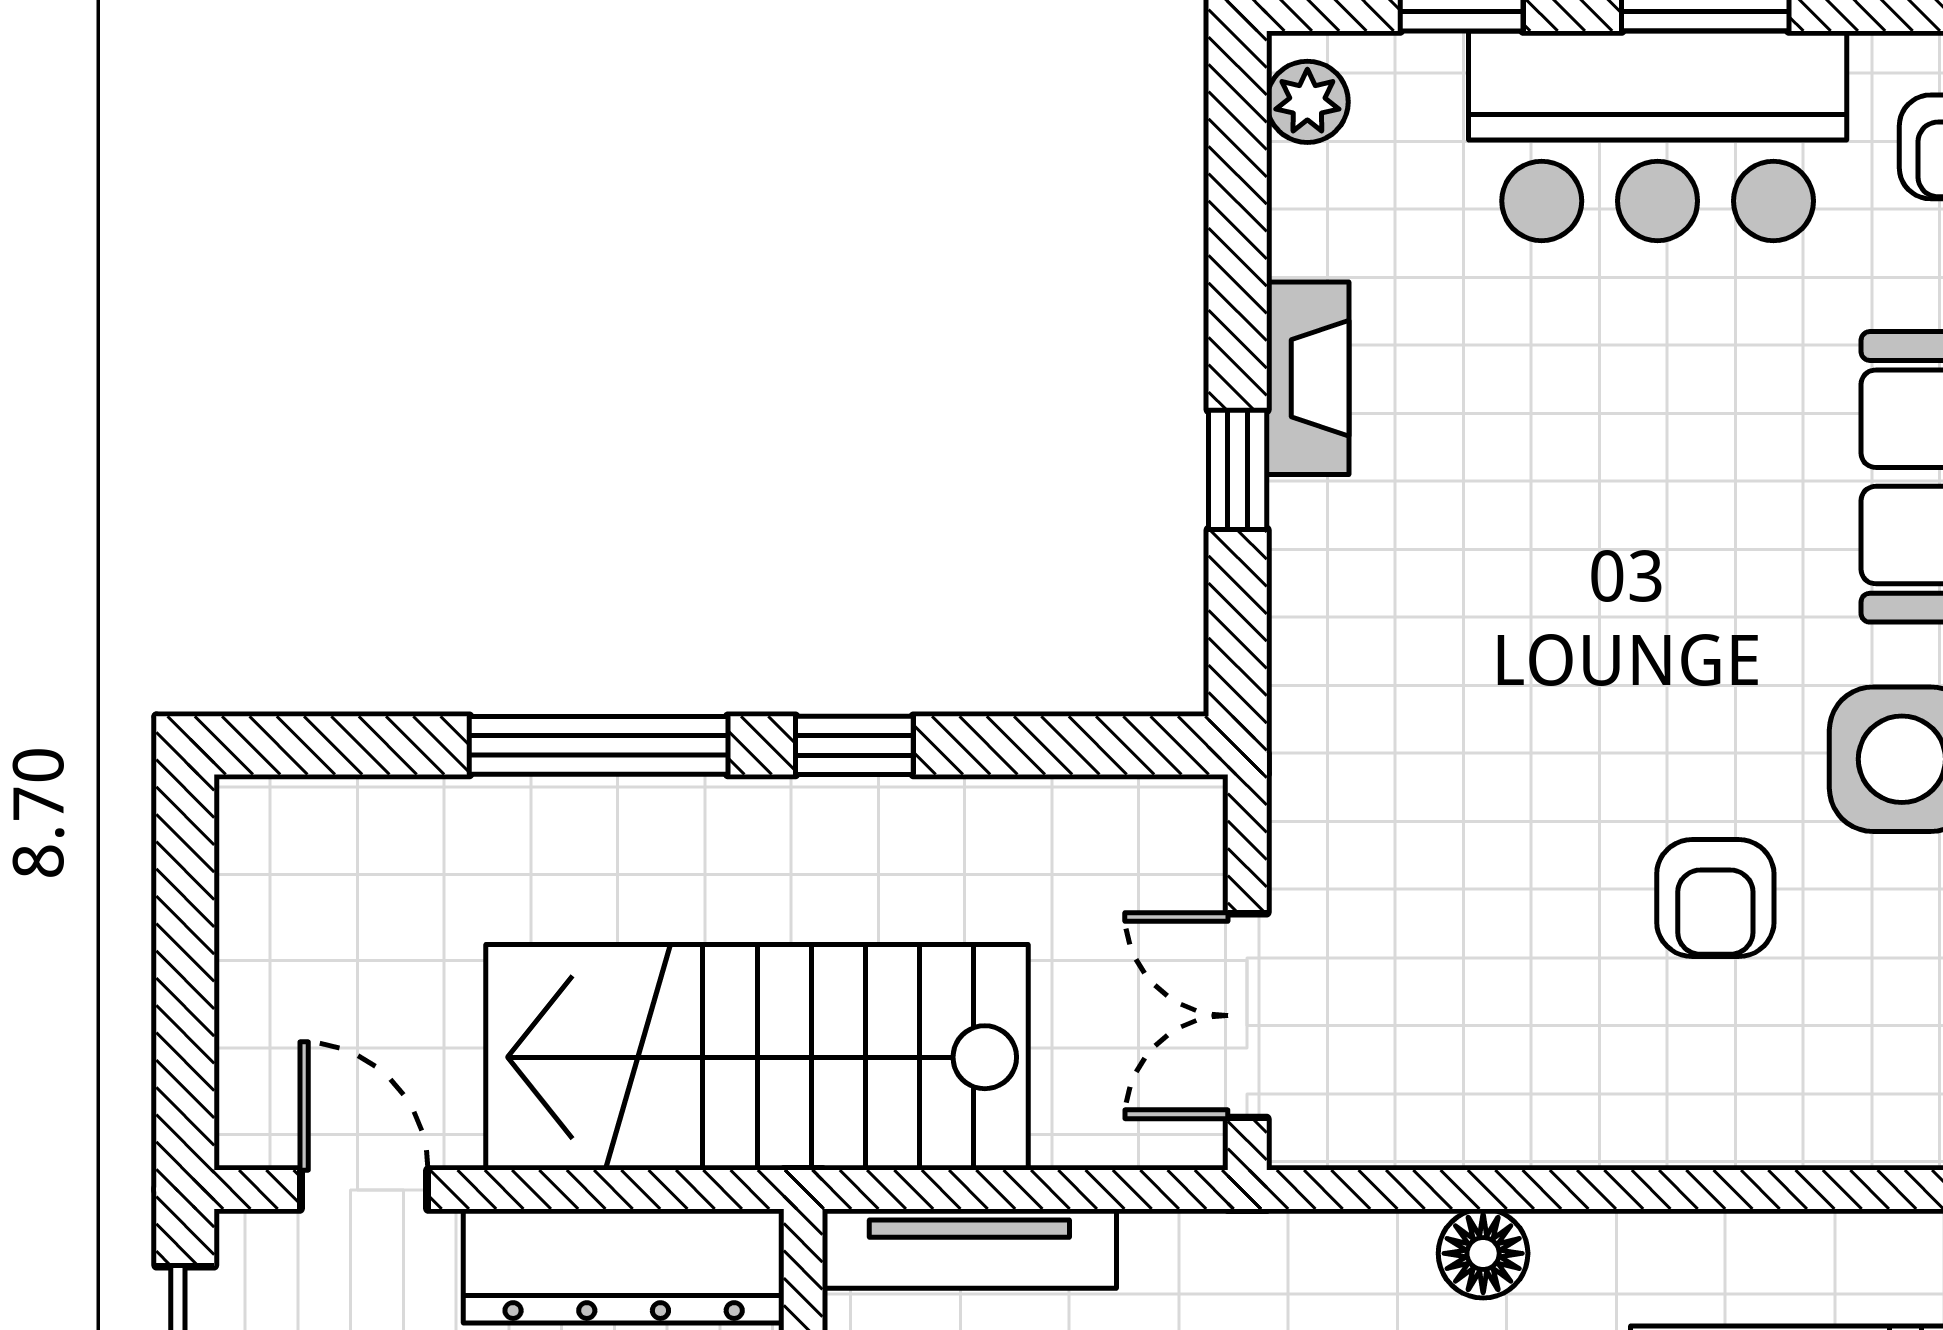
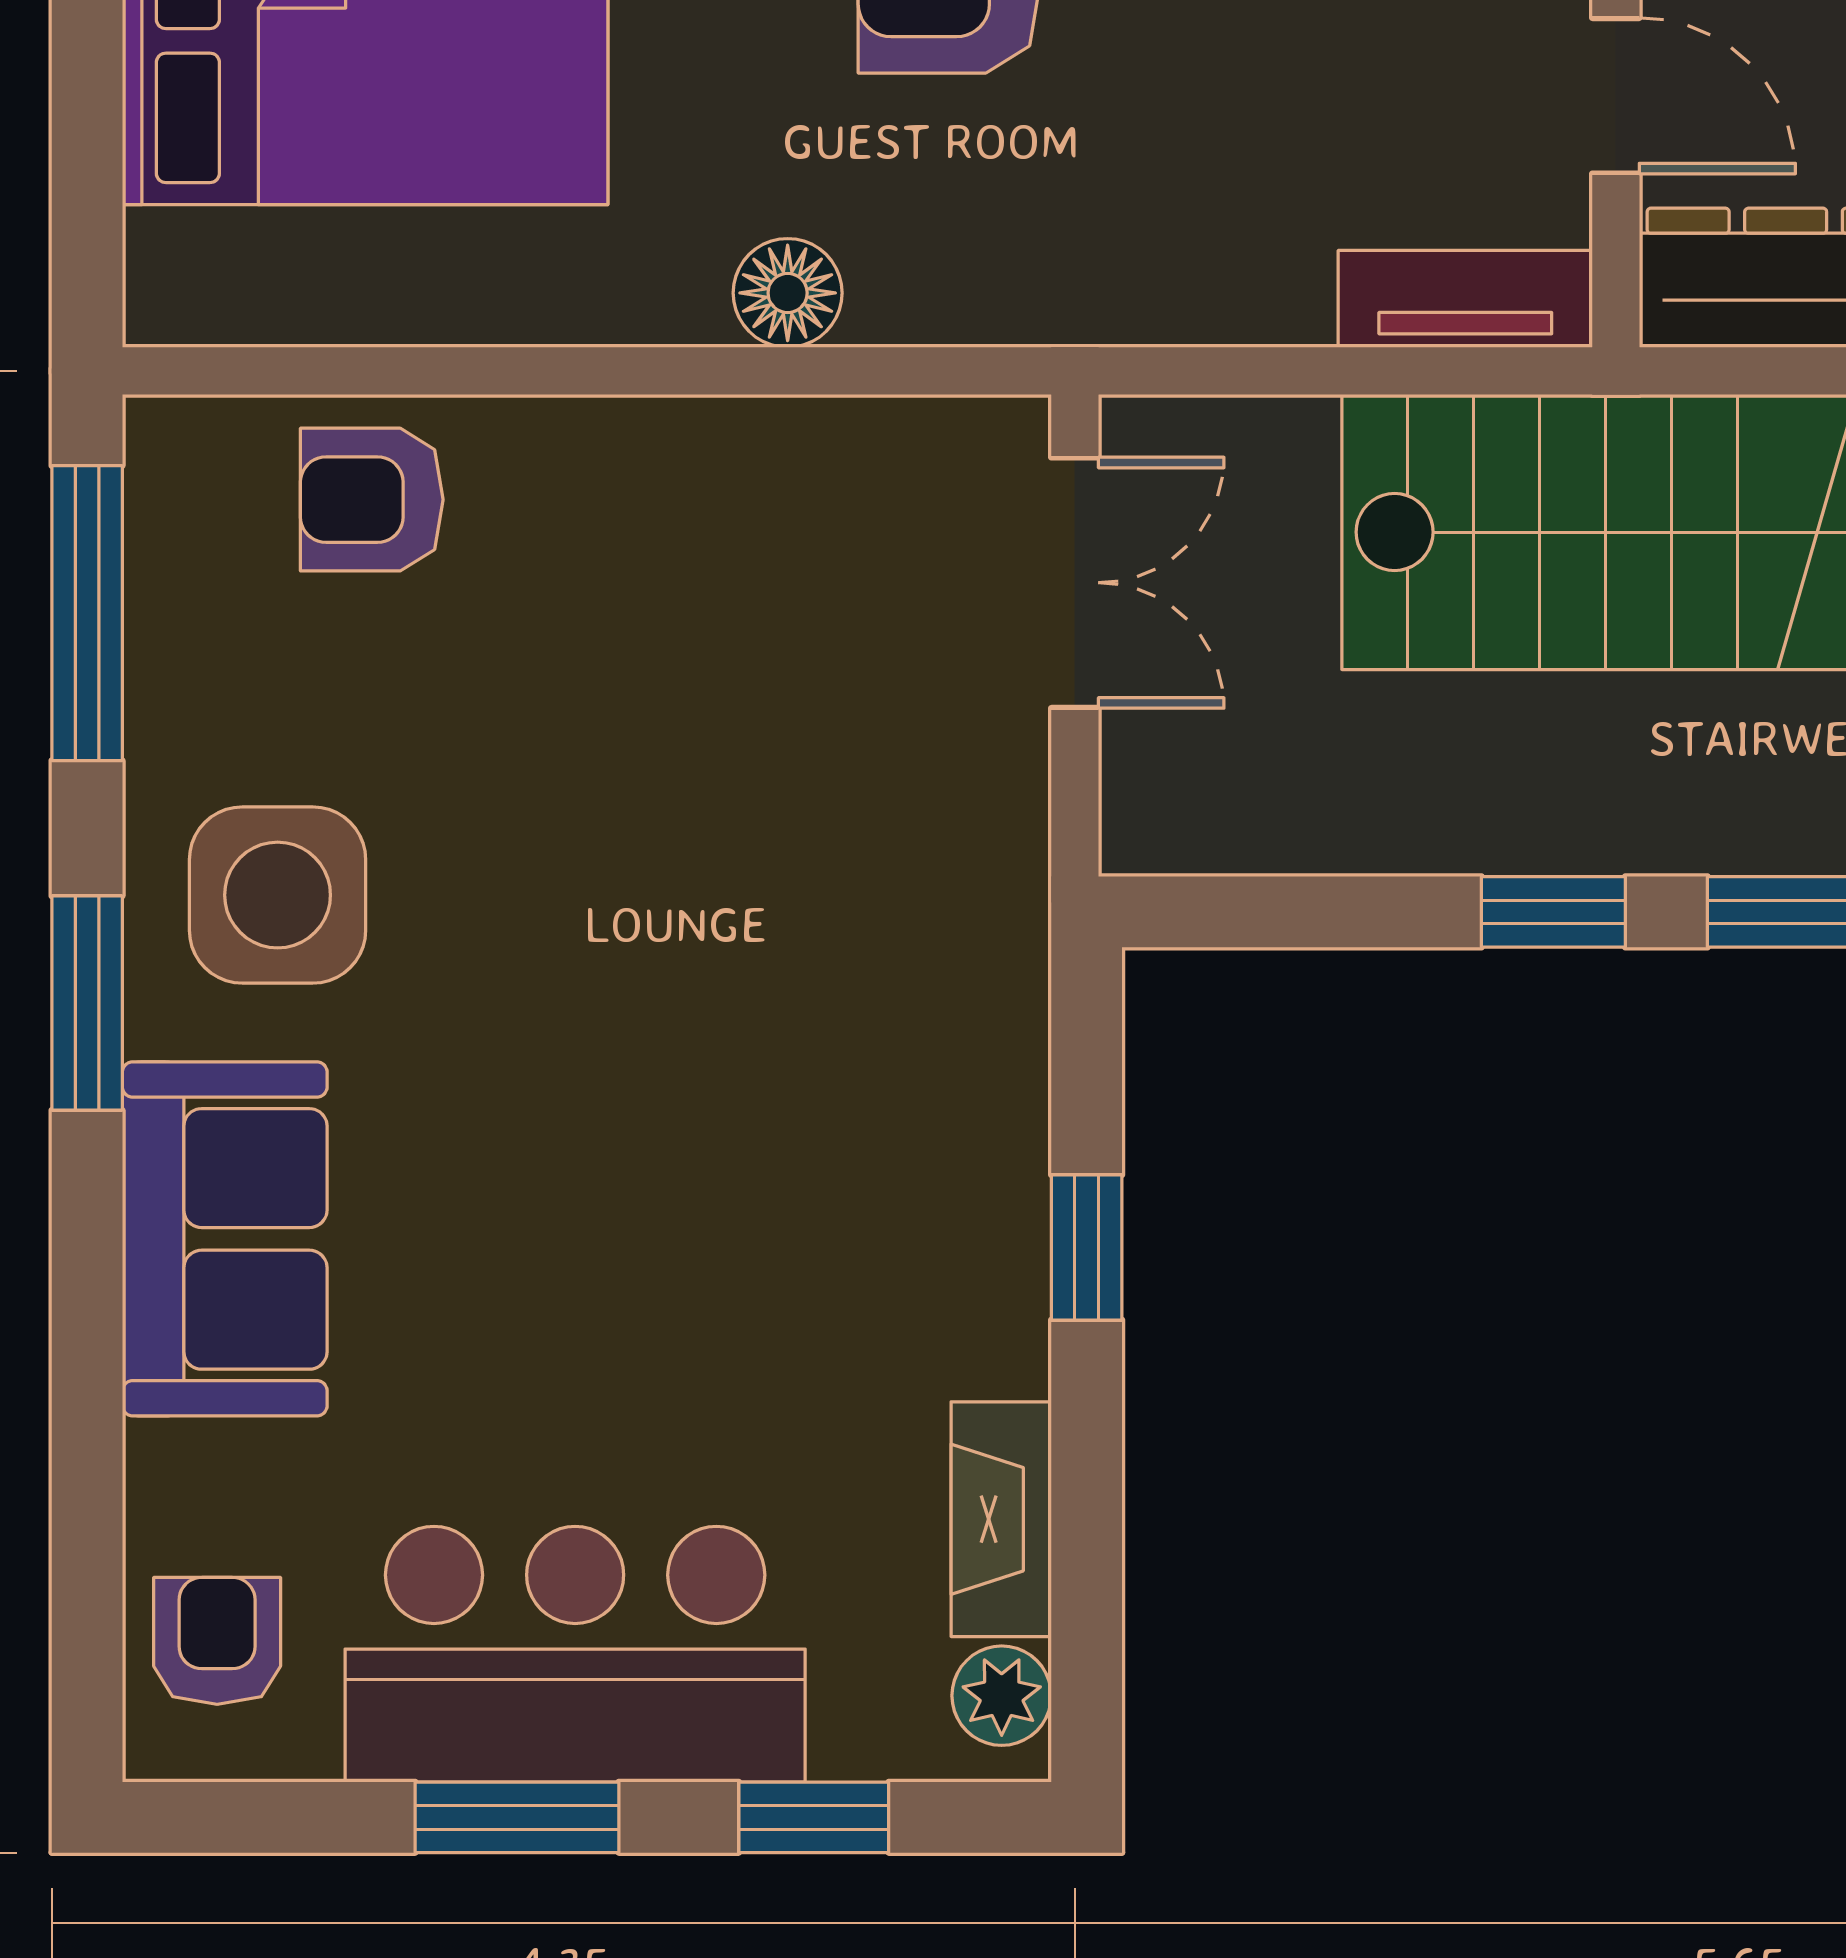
fireplace: (1308, 378) -> (1001, 1519), moved
armchair: (1715, 898) -> (372, 500), moved, turned -90
tv unit: (969, 1249) -> (1465, 299), width x0.71

